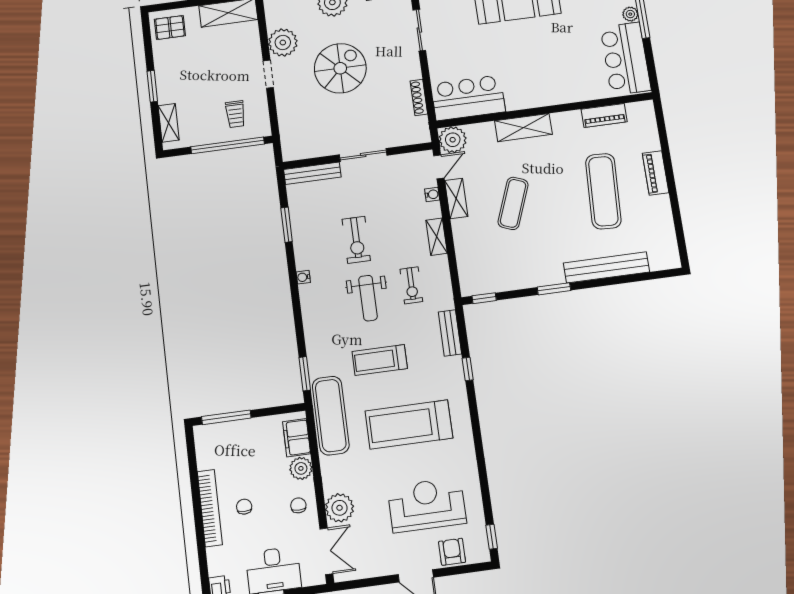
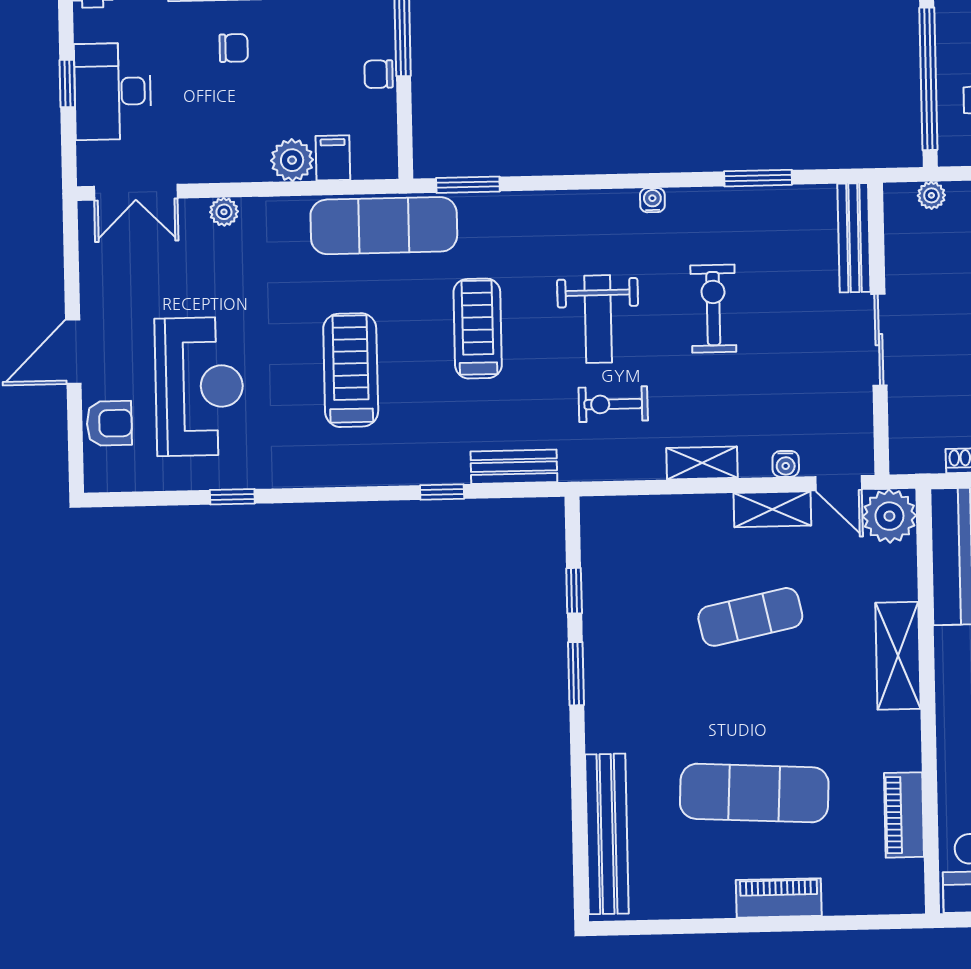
plant: (287, 137) -> (931, 195), added
exercise mat: (513, 203) -> (750, 617), turned -33
exercise bike: (356, 240) -> (713, 309), turned 90
bench: (606, 267) -> (607, 834), moved
weight bench: (368, 298) -> (598, 319), turned -90
window: (484, 298) -> (574, 591), moved
treadmill: (409, 425) -> (351, 370), width x0.73, depth x0.73
filing cabinet: (297, 438) -> (333, 158), width x0.50
chair: (298, 505) -> (379, 74), moved, turned 180
plant: (340, 508) -> (224, 212), width x0.53, depth x0.53
window: (492, 537) -> (232, 497), moved

